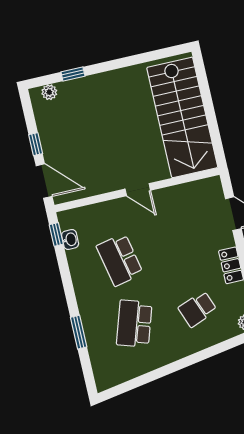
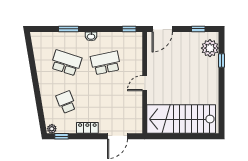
plant: (49, 92) -> (210, 48), width x1.87, depth x1.87
window: (36, 144) -> (198, 29), moved
washbasin: (70, 240) -> (91, 36), moved

